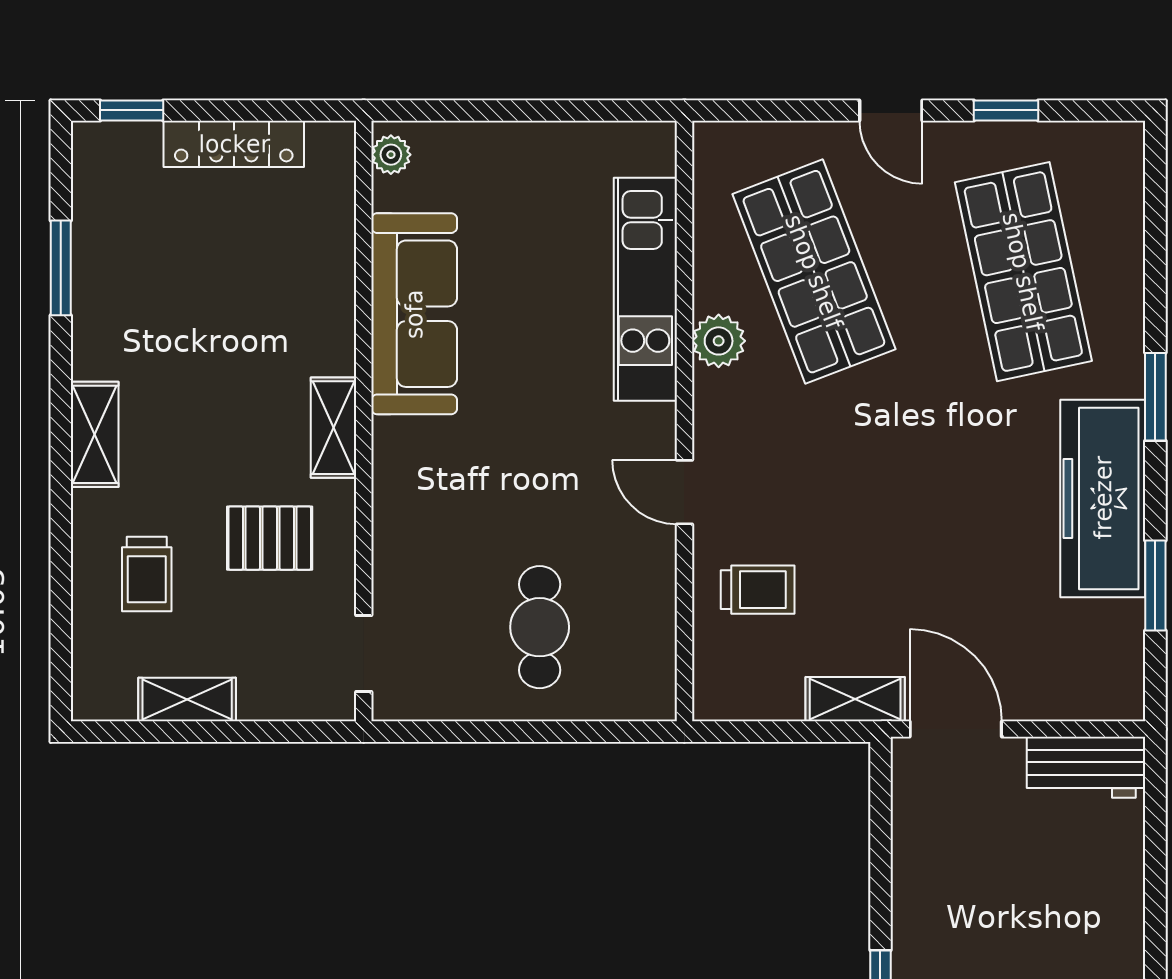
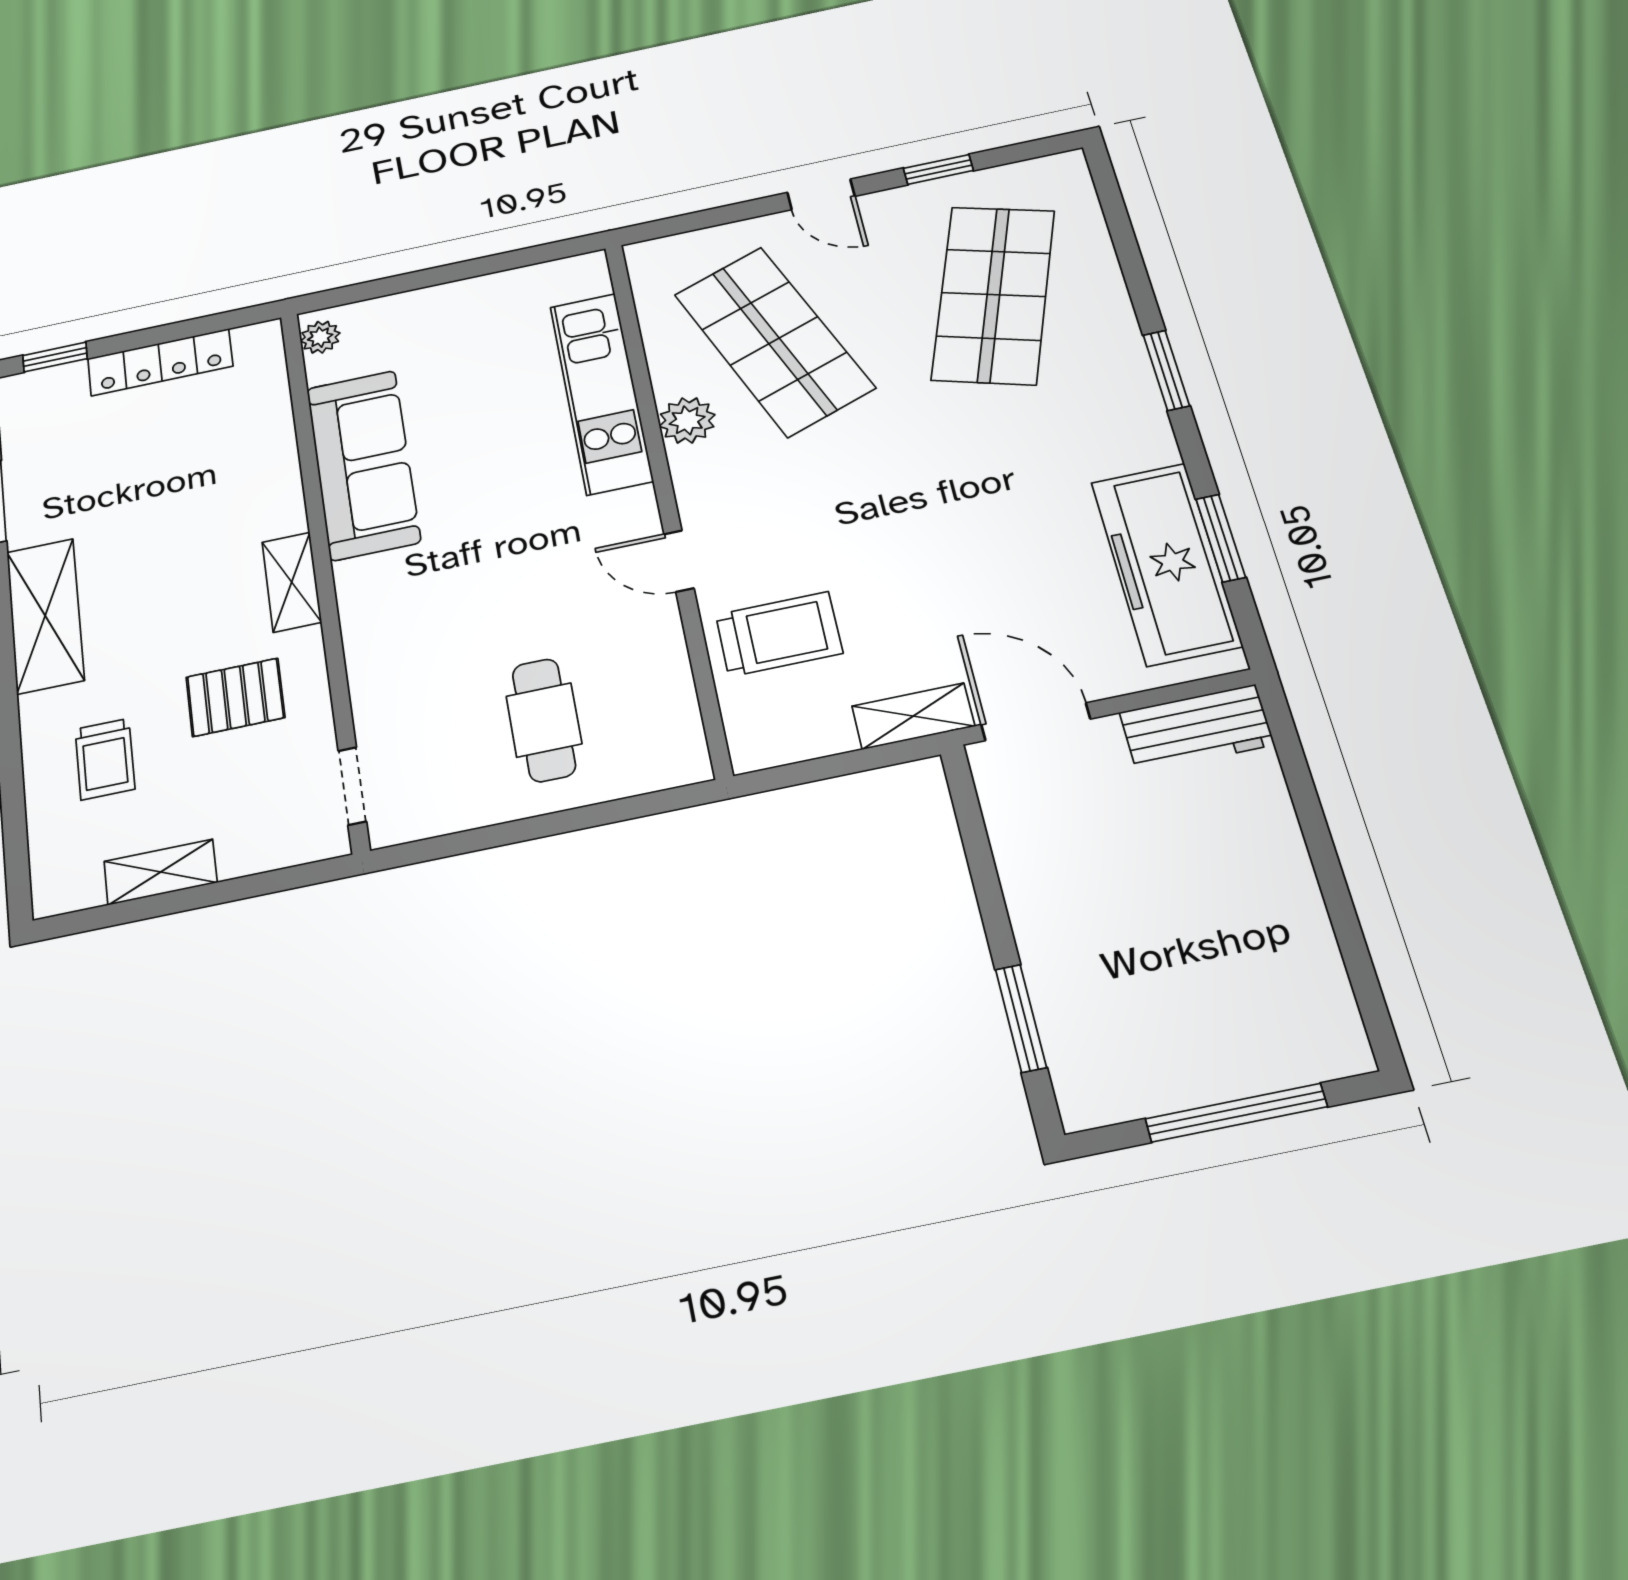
shop shelf: (1023, 272) -> (993, 295), turned 30
shelving: (95, 434) -> (45, 616), width x1.50, depth x1.33
freezer: (1103, 498) -> (1166, 563), moved
trolley: (758, 590) -> (779, 634), width x1.36, depth x1.39

